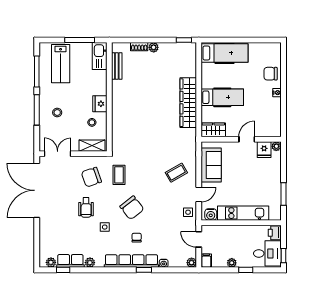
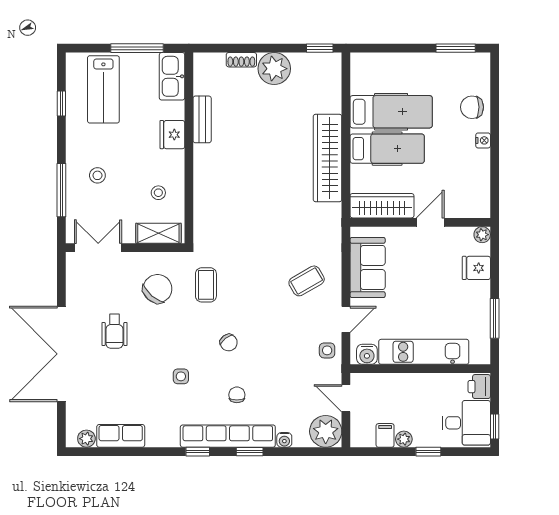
window: (261, 40) -> (456, 48), added
plant: (154, 47) -> (274, 69), width x1.88, depth x1.88
hospital bed: (224, 53) -> (391, 112), moved
bench: (117, 66) -> (202, 119), moved
window: (37, 72) -> (61, 103), width x0.46
fridge: (100, 104) -> (172, 135), moved
window: (37, 110) -> (61, 190), moved
wardrobe: (213, 130) -> (382, 206), width x1.50
fridge: (264, 150) -> (476, 268), moved, turned 90
chair: (91, 177) -> (157, 289), turned 150
double door: (37, 190) -> (61, 354), moved
wheelchair: (86, 208) -> (114, 331), moved
chair: (132, 208) -> (229, 343), width x0.54, depth x0.54
filing cabinet: (206, 261) -> (385, 435), moved
plant: (90, 263) -> (155, 439), removed
plant: (191, 263) -> (326, 431), width x1.87, depth x1.87
window: (63, 270) -> (198, 452), moved

